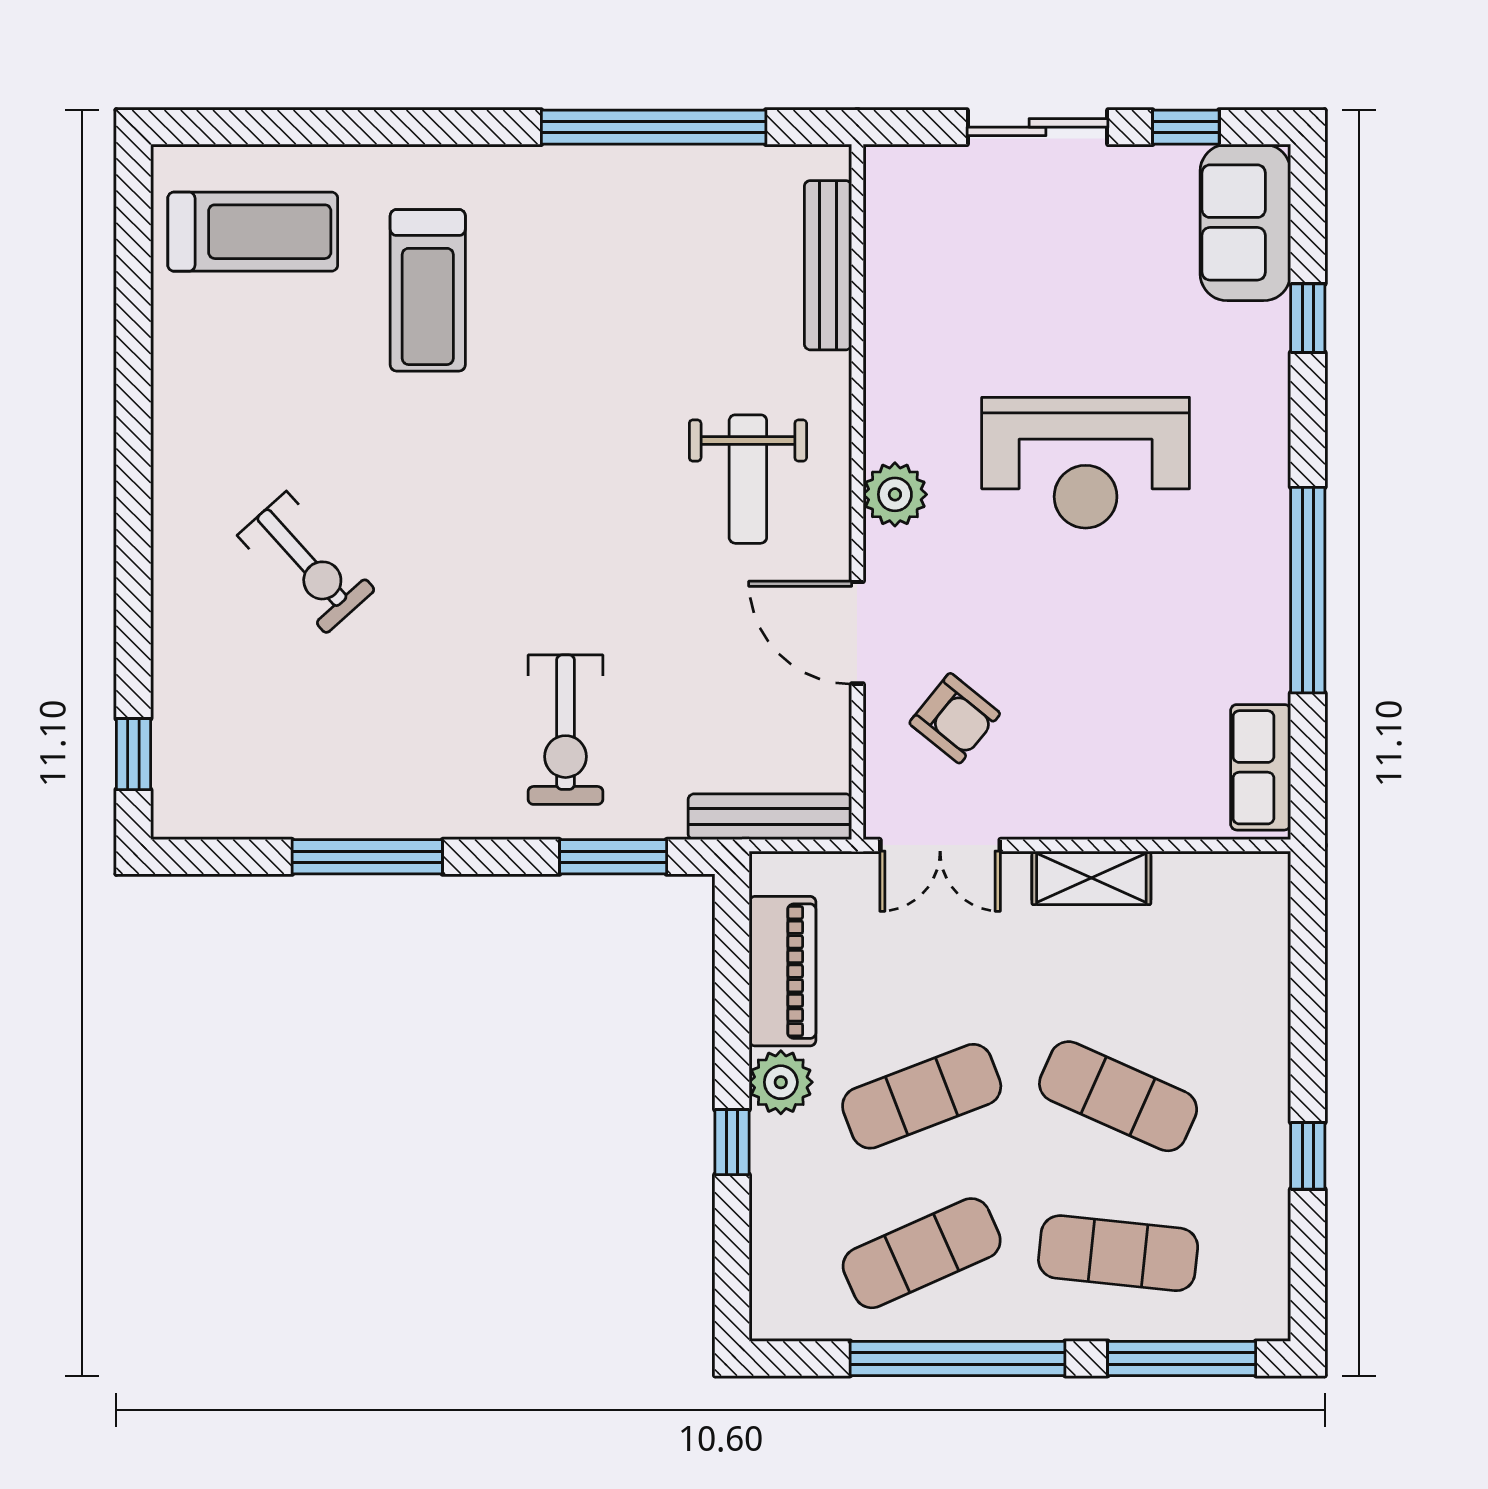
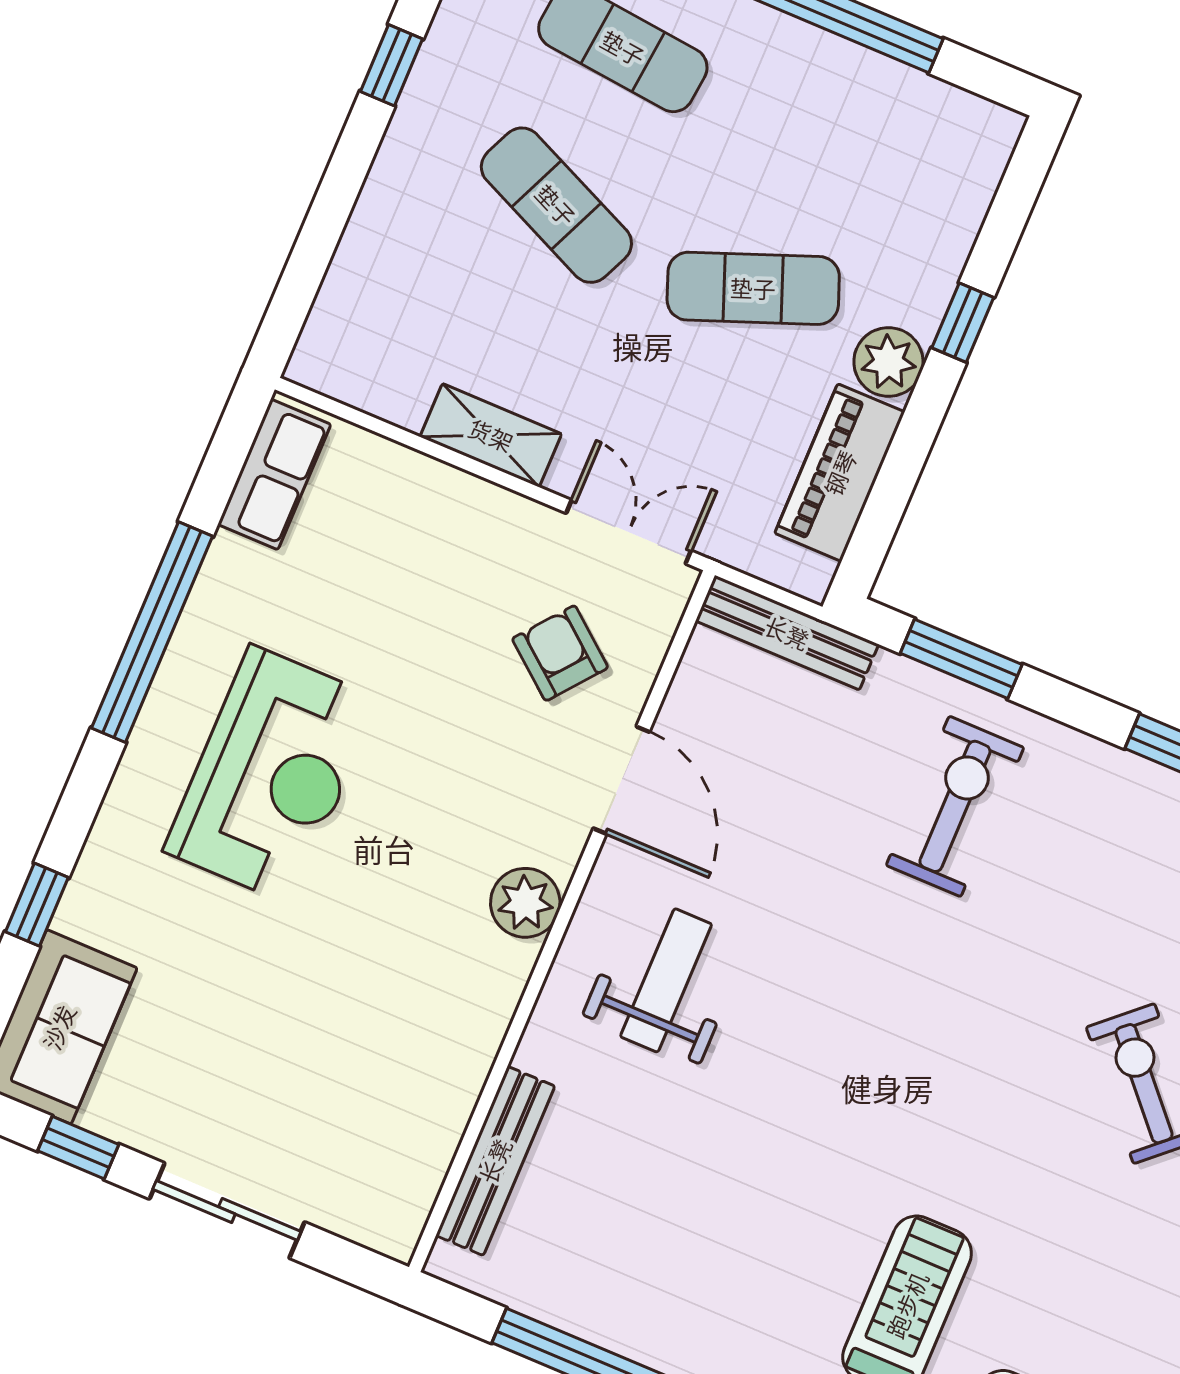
reception desk: (1086, 463) -> (271, 775), moved, turned 90
exercise mat: (922, 1253) -> (820, 131), removed

